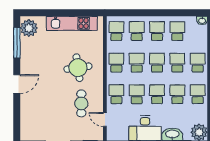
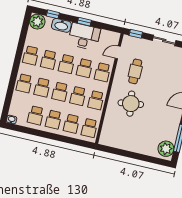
kitchen unit: (72, 23) -> (127, 144), removed
door: (105, 120) -> (118, 52), swing flipped

